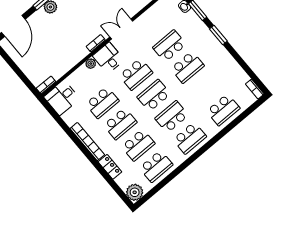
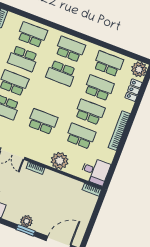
desk: (108, 58) -> (42, 151), removed
plant: (91, 64) -> (60, 161), width x1.88, depth x1.88
school desk: (154, 95) -> (23, 59), moved
locker: (110, 167) -> (134, 90), moved

